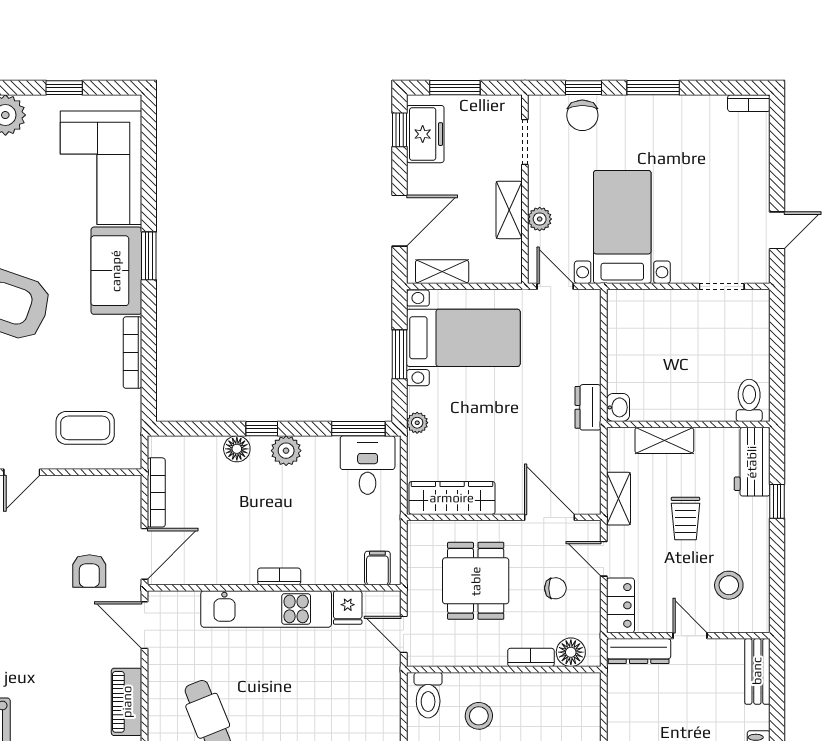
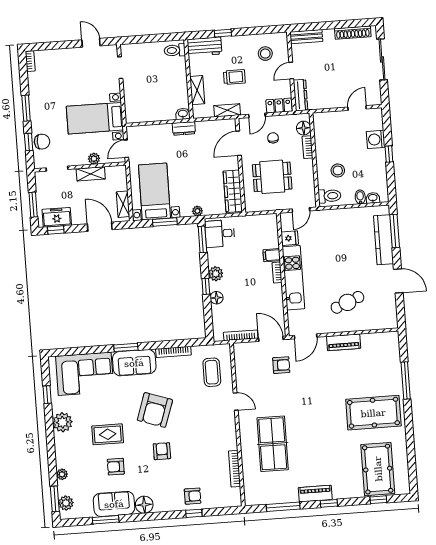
filing cabinet: (377, 568) -> (272, 255), moved

